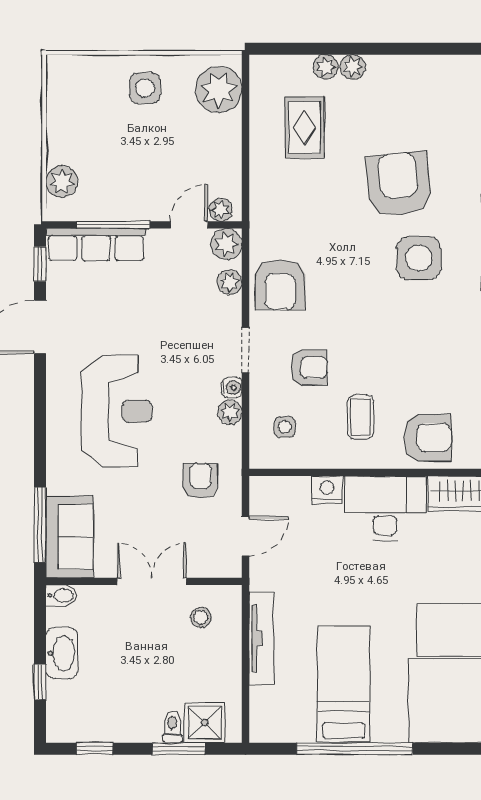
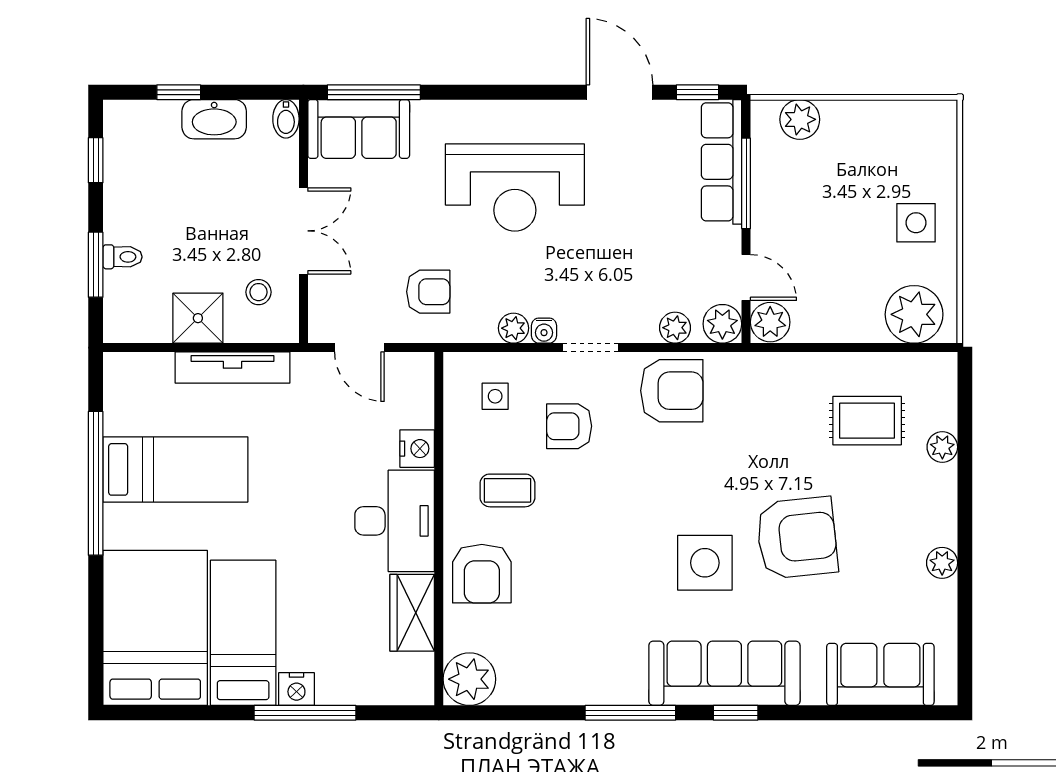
plant: (353, 67) -> (942, 563), moved
plant: (221, 210) -> (770, 322), width x1.38, depth x1.38
armchair: (280, 285) -> (672, 391), turned 180
armchair: (309, 367) -> (569, 426), turned 90
shower: (205, 723) -> (198, 318), moved

